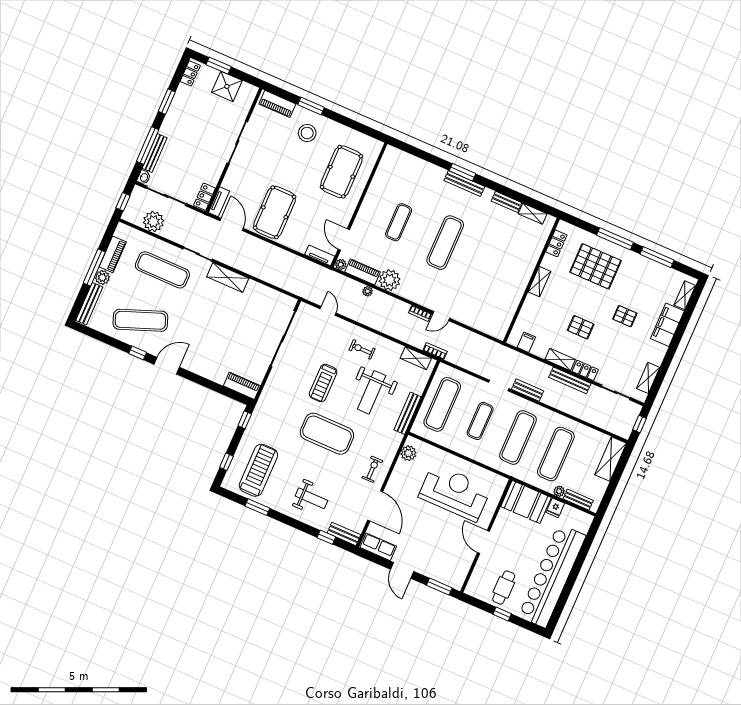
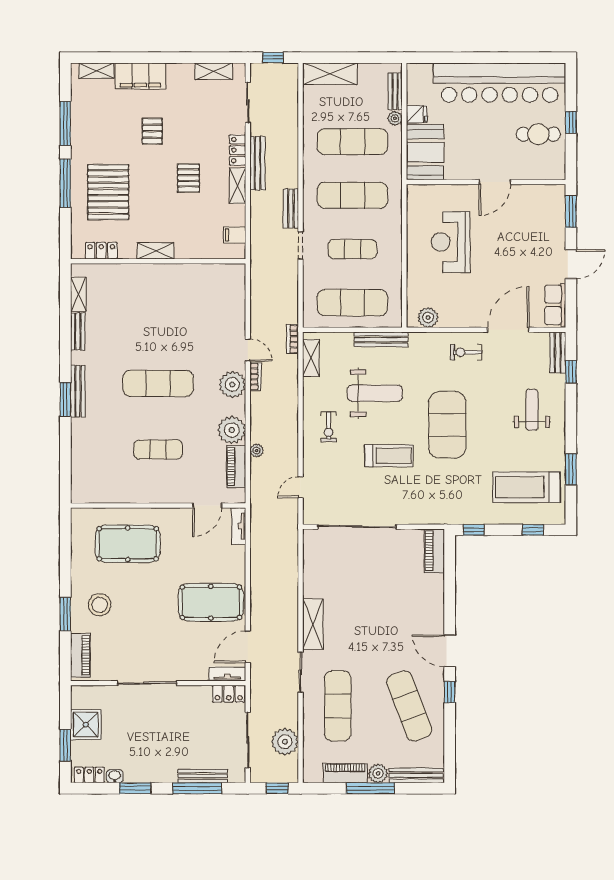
washbasin: (144, 177) -> (115, 776), moved
plant: (341, 264) -> (232, 384), moved, width x1.87, depth x1.87
reception desk: (455, 492) -> (451, 242), width x0.74, depth x0.77

